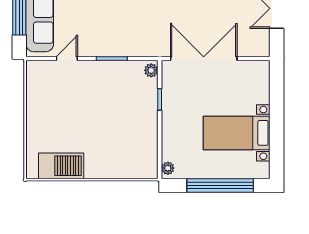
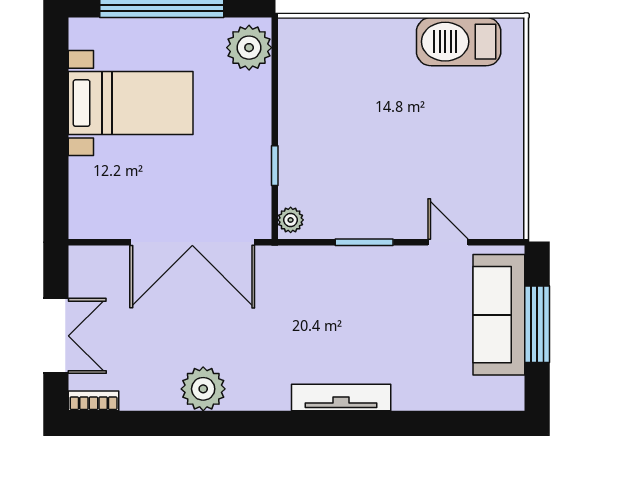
door: (67, 58) -> (448, 242), swing flipped
plant: (168, 168) -> (249, 48), width x1.88, depth x1.88

